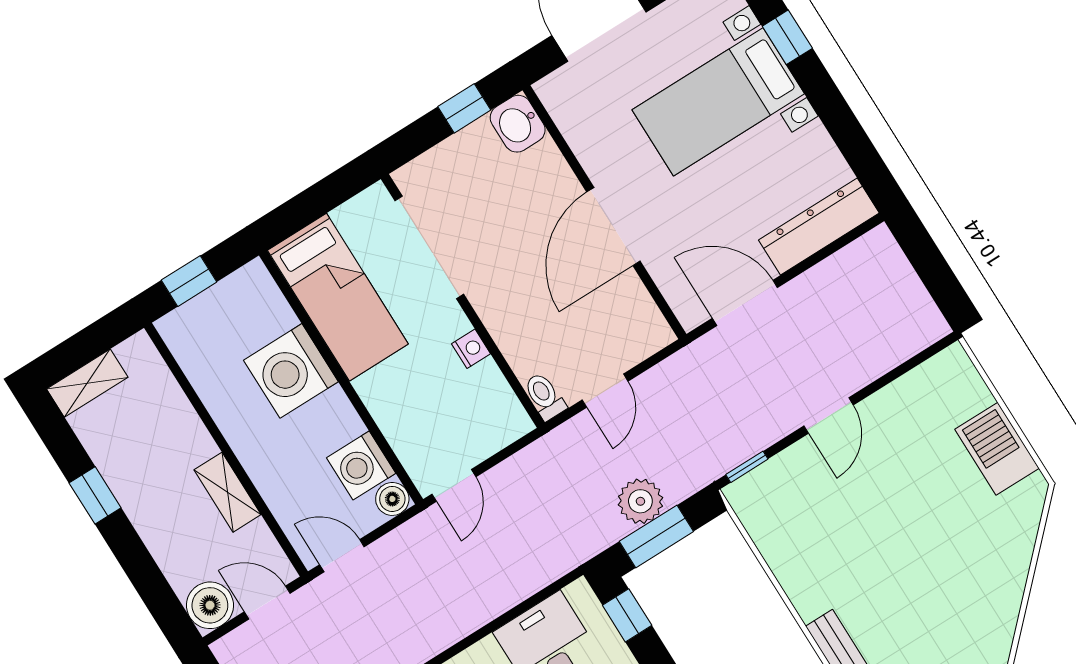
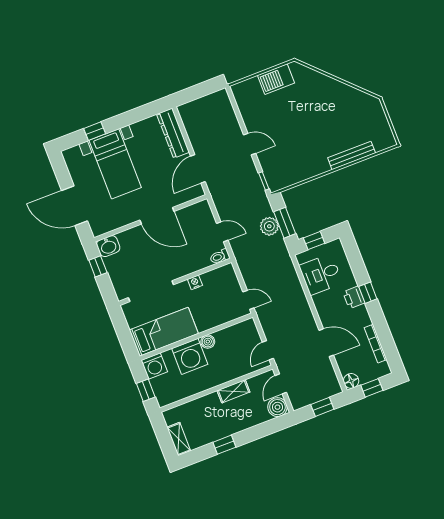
washing machine: (361, 466) -> (154, 366), moved
boiler: (392, 499) -> (208, 342), moved

